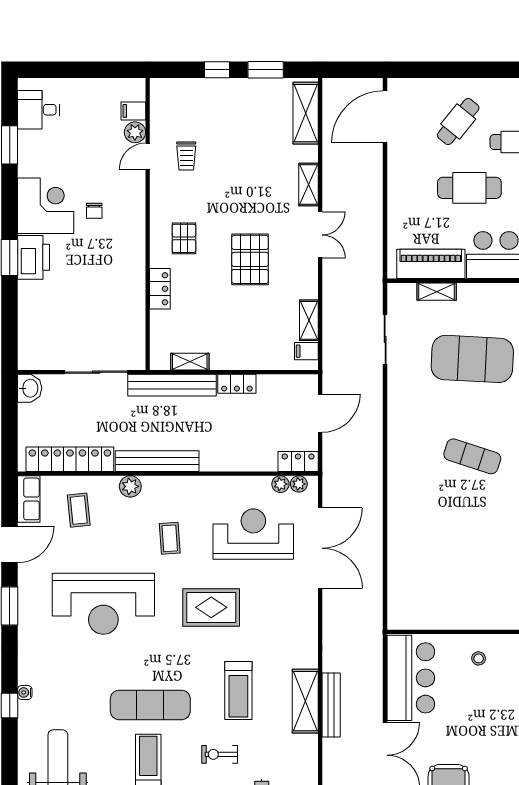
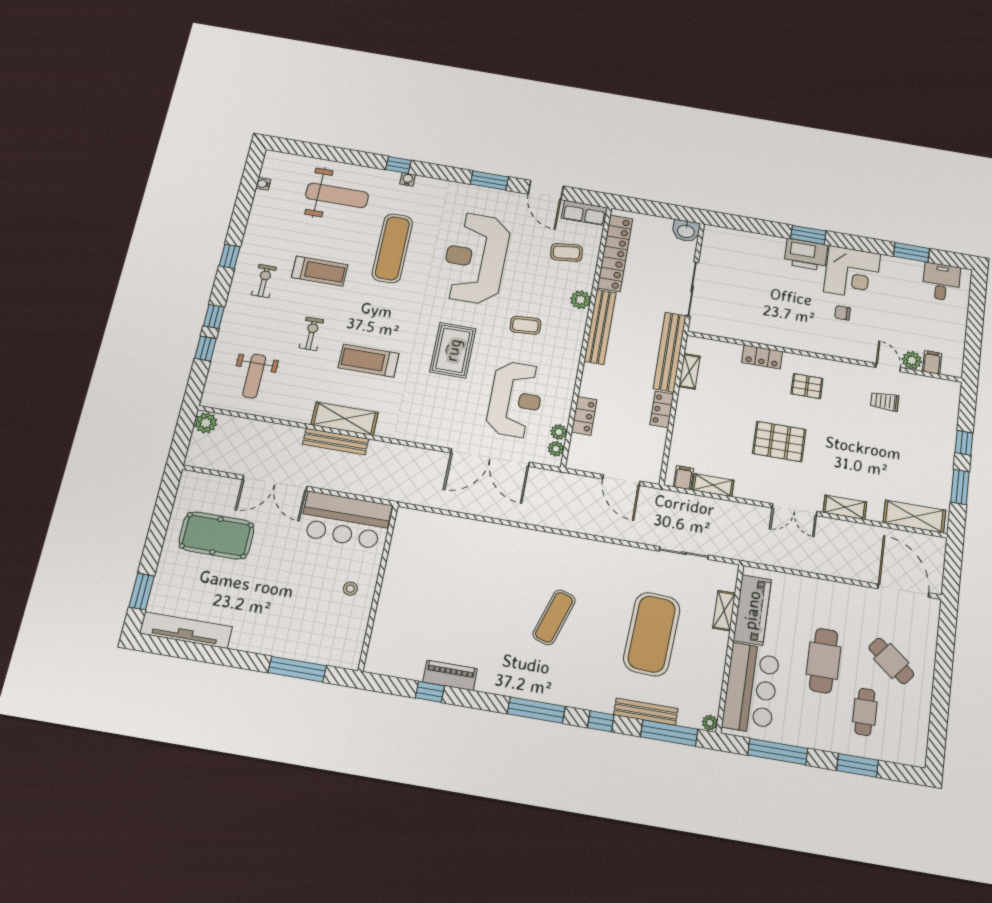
locker: (298, 461) -> (584, 416), moved
exercise mat: (150, 705) -> (392, 248), moved

